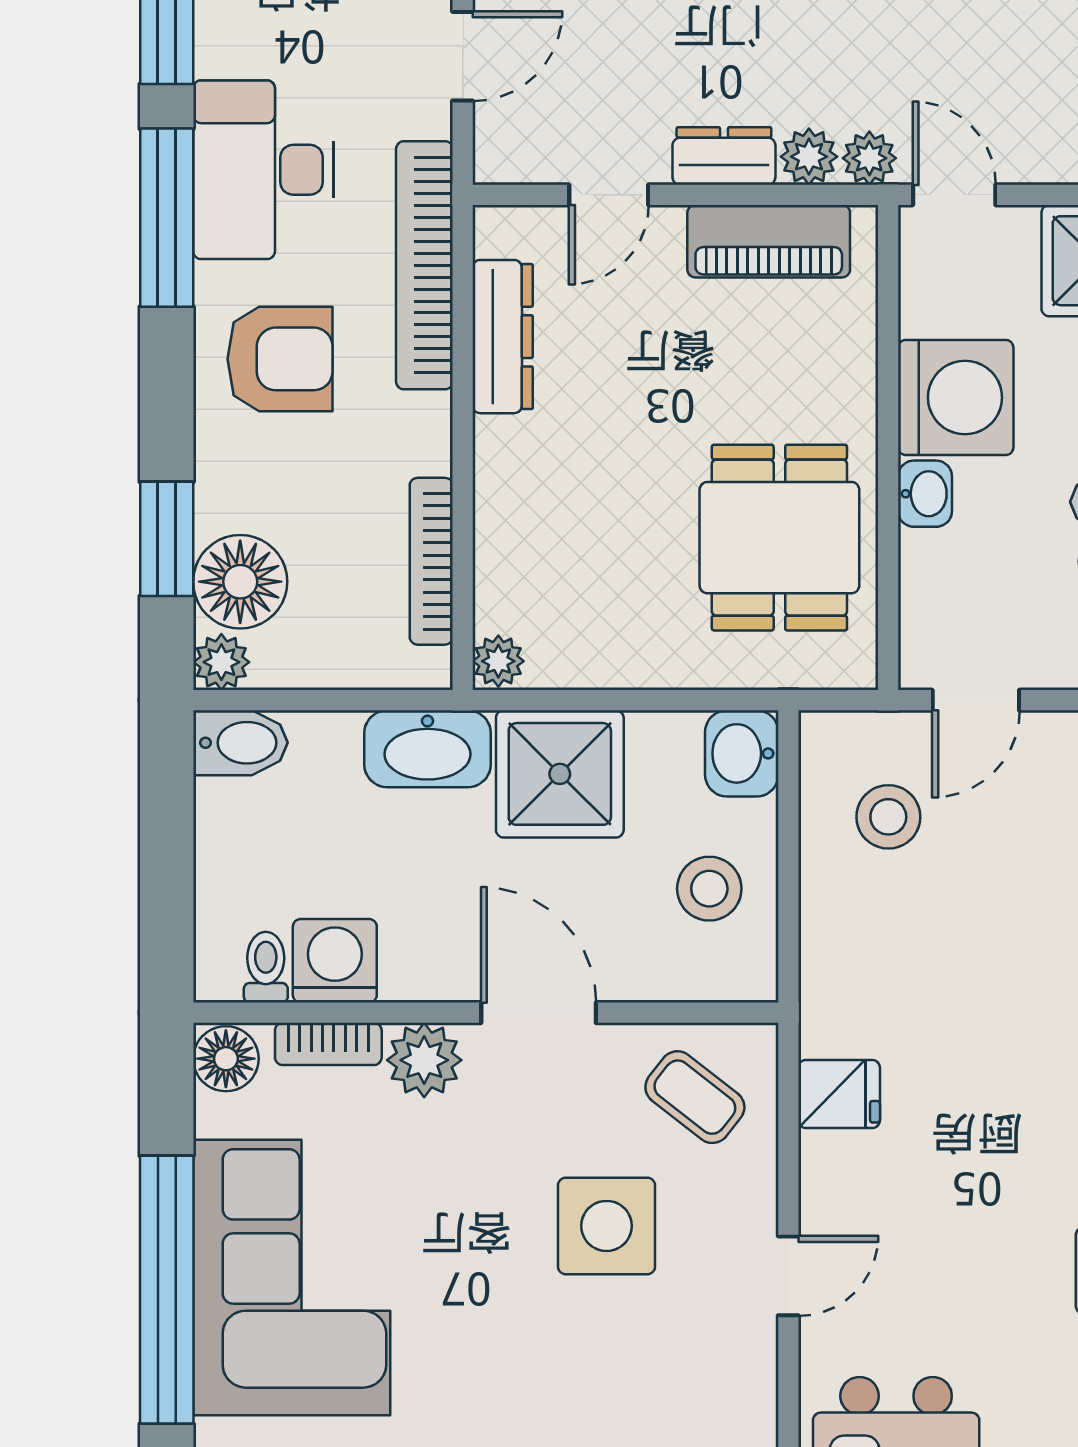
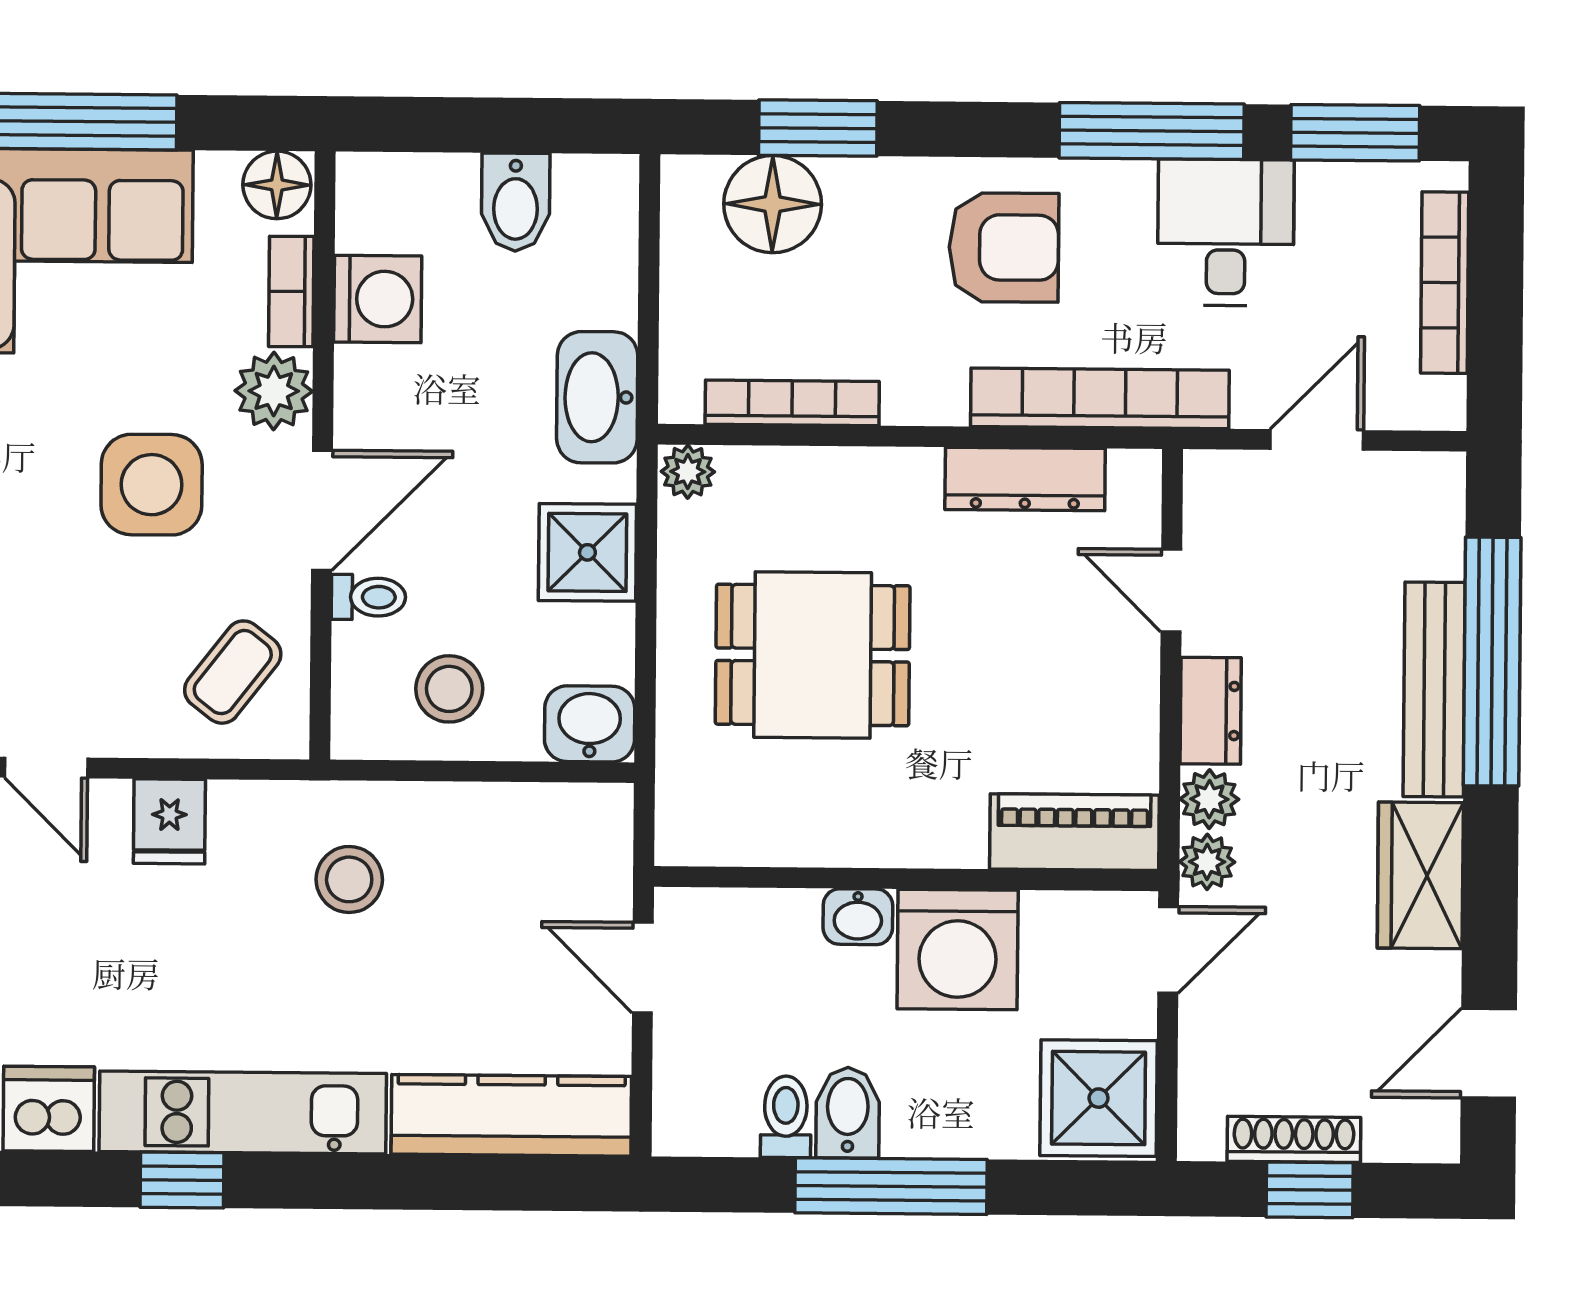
door: (463, 56) -> (1317, 440), swing flipped
desk: (264, 170) -> (1226, 232), width x0.73
piano: (769, 241) -> (1074, 832), moved, turned 90
armchair: (280, 359) -> (1004, 247), turned -90
dining table: (779, 538) -> (813, 655), moved
plant: (221, 662) -> (689, 184), removed
bidet: (240, 743) -> (516, 202), moved
shower: (560, 774) -> (587, 552), width x0.73, depth x0.73
stool: (888, 817) -> (349, 879), moved
toilet: (266, 967) -> (368, 597), moved
fridge: (839, 1094) -> (169, 821), moved
side table: (607, 1226) -> (152, 485), moved

